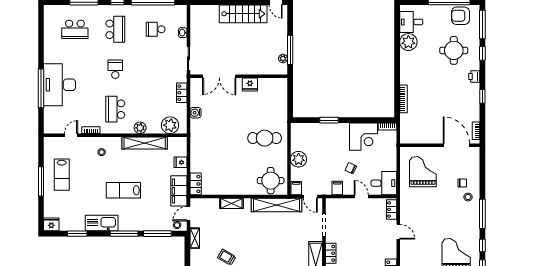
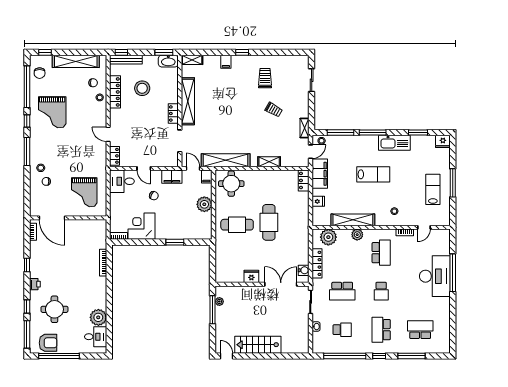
school desk: (156, 69) -> (342, 291), added
locker: (182, 93) -> (317, 263), width x1.53
water cooler: (196, 113) -> (304, 270), moved
cafe table: (232, 140) -> (269, 222), added
filing cabinet: (337, 188) -> (172, 177), width x2.00

